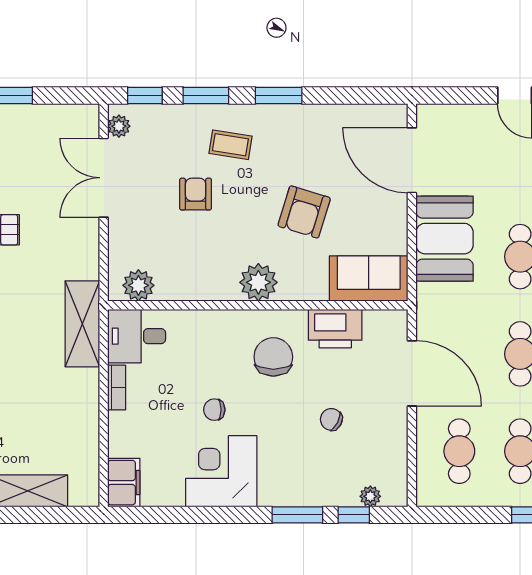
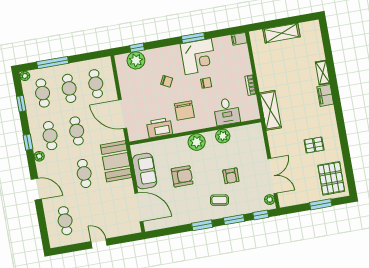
armchair: (304, 212) -> (182, 176), turned 73
booth: (445, 239) -> (116, 161), moved
sofa: (369, 279) -> (145, 171), moved, turned -90
plant: (138, 285) -> (223, 136), moved
desk: (137, 336) -> (227, 112), moved, turned 90
chair: (331, 419) -> (167, 81), moved
filing cabinet: (124, 483) -> (239, 39), width x0.50
plant: (370, 496) -> (136, 60), width x1.88, depth x1.88
window: (297, 515) -> (193, 38), moved

